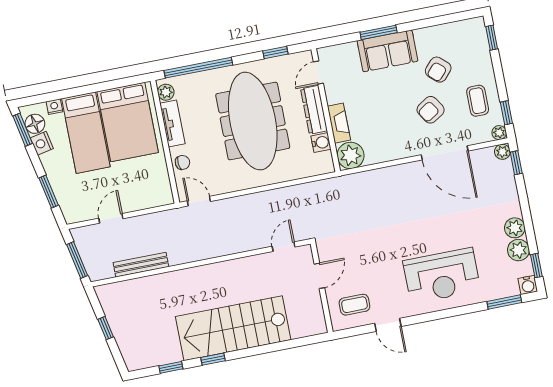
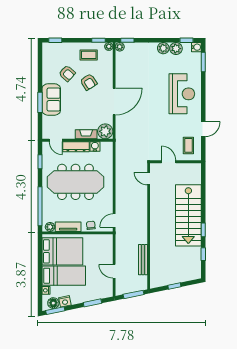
door: (445, 153) -> (114, 101), moved

